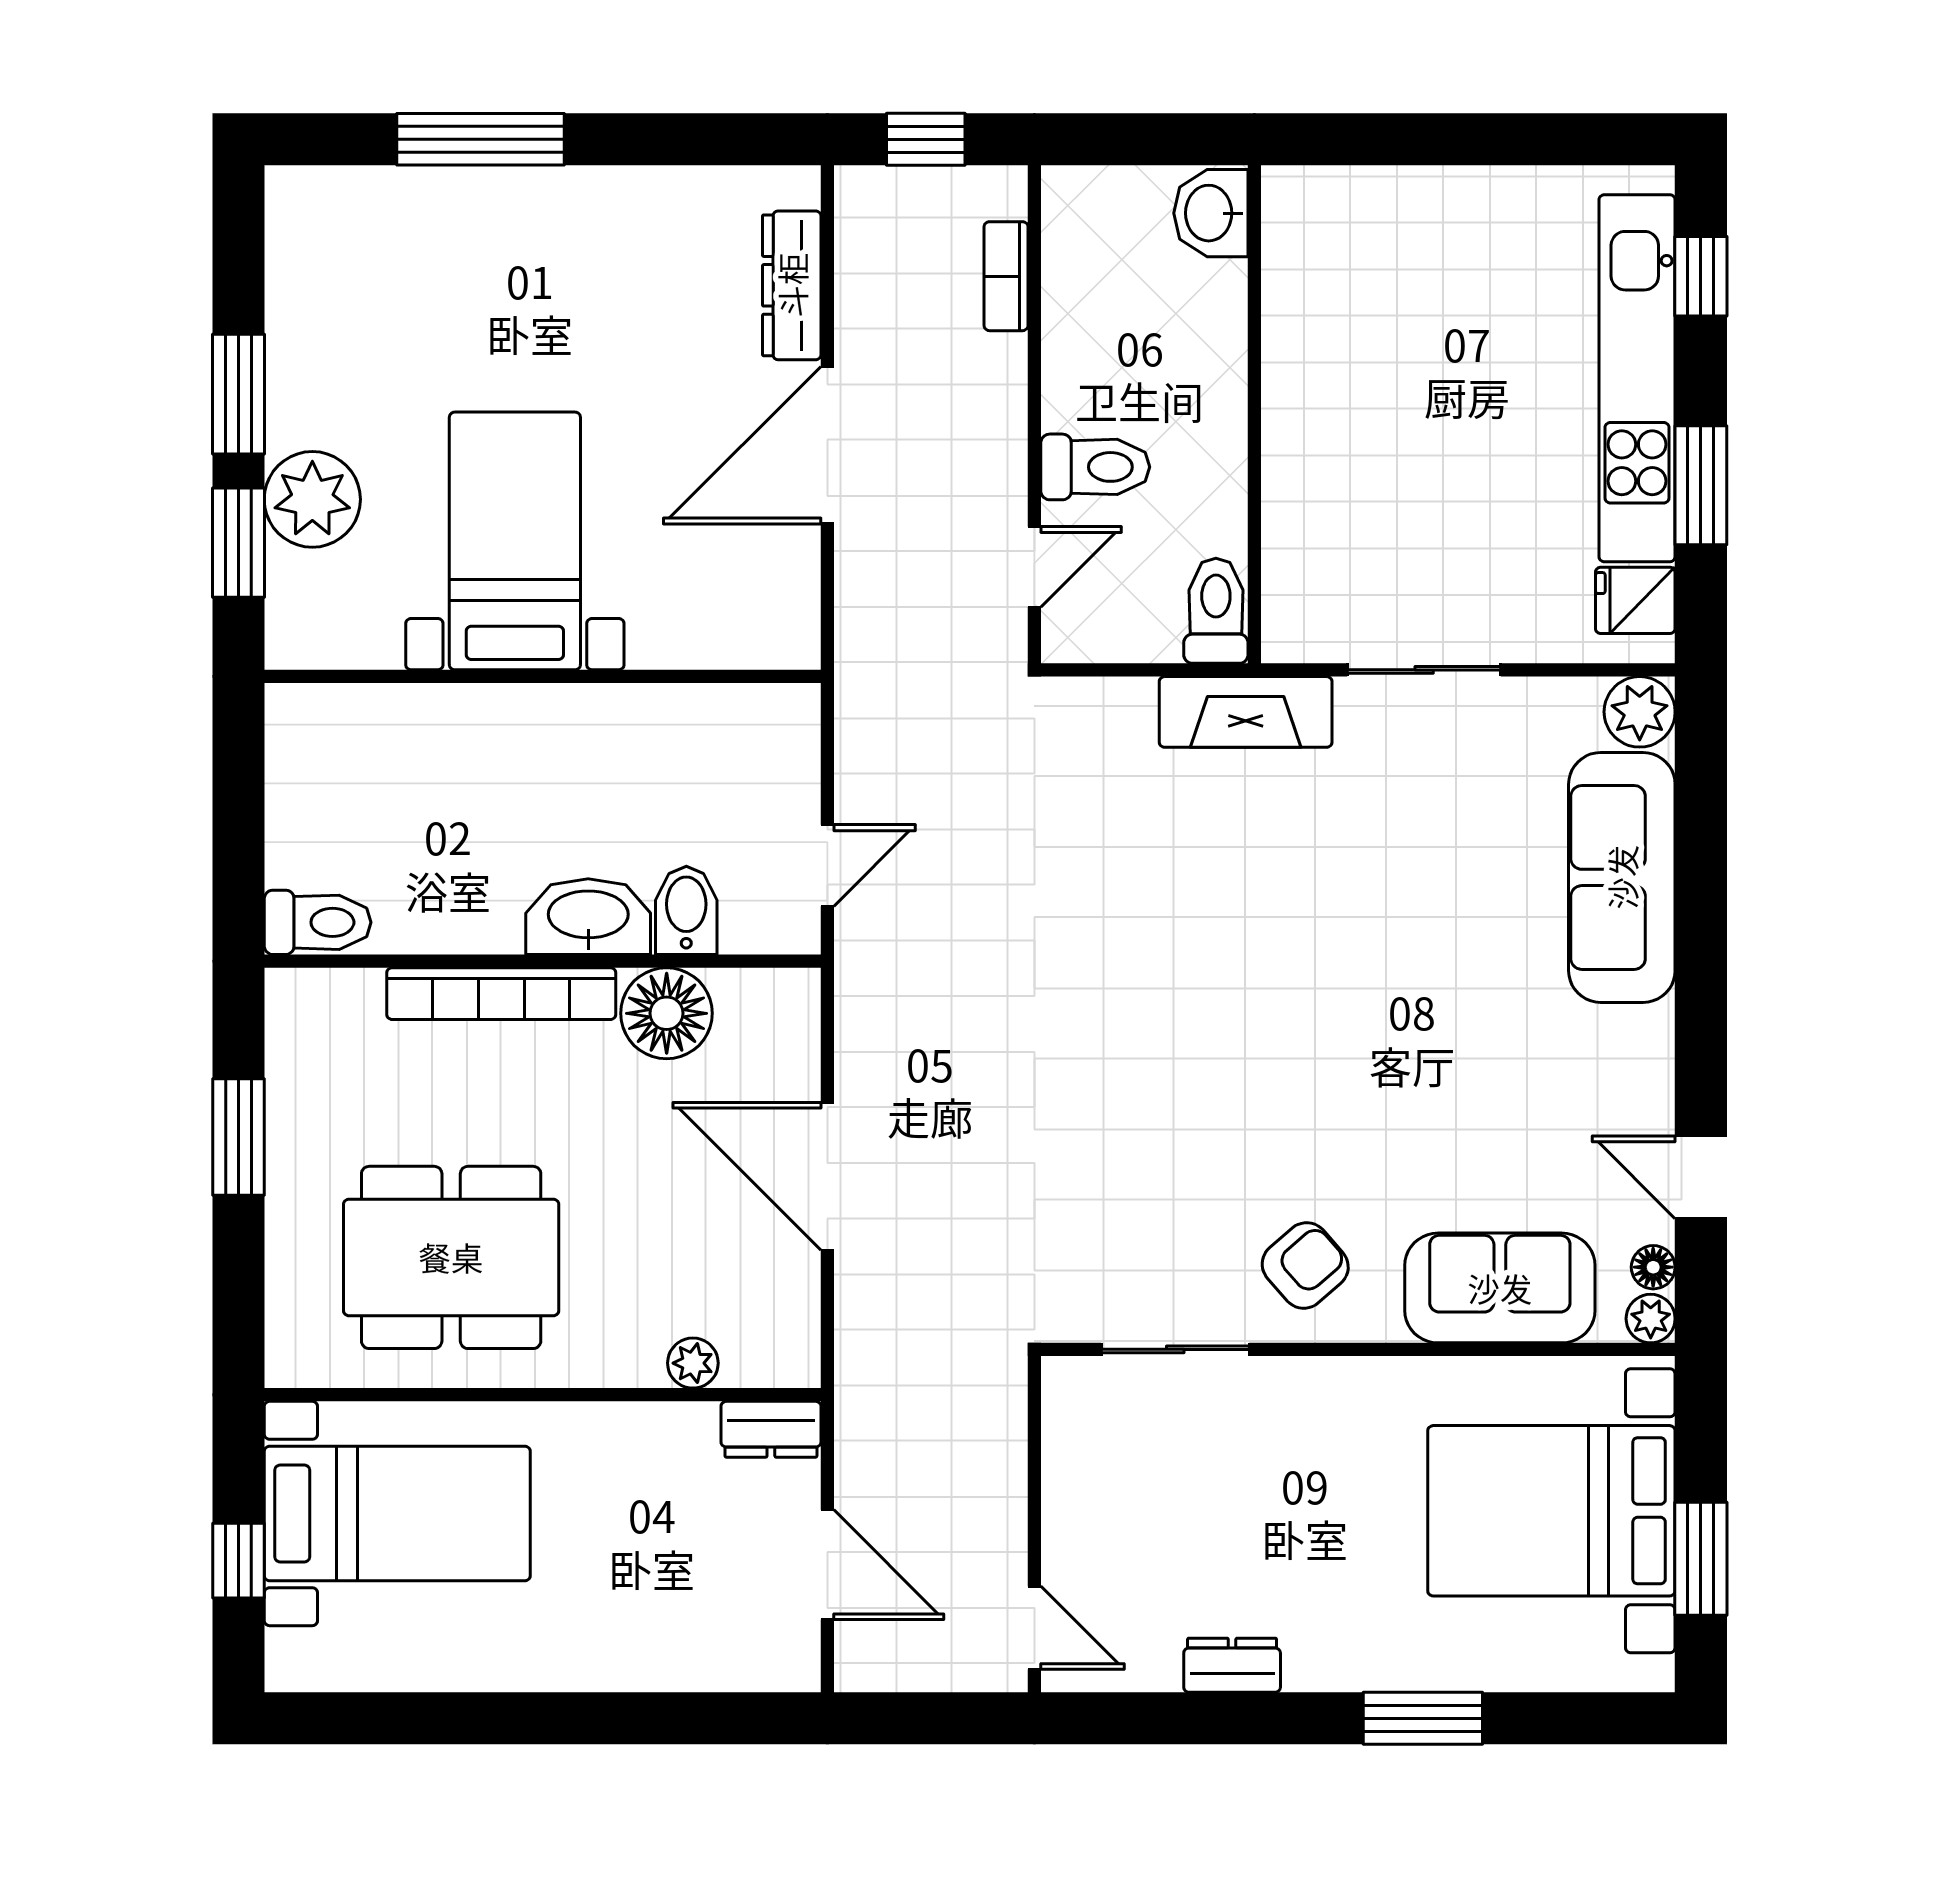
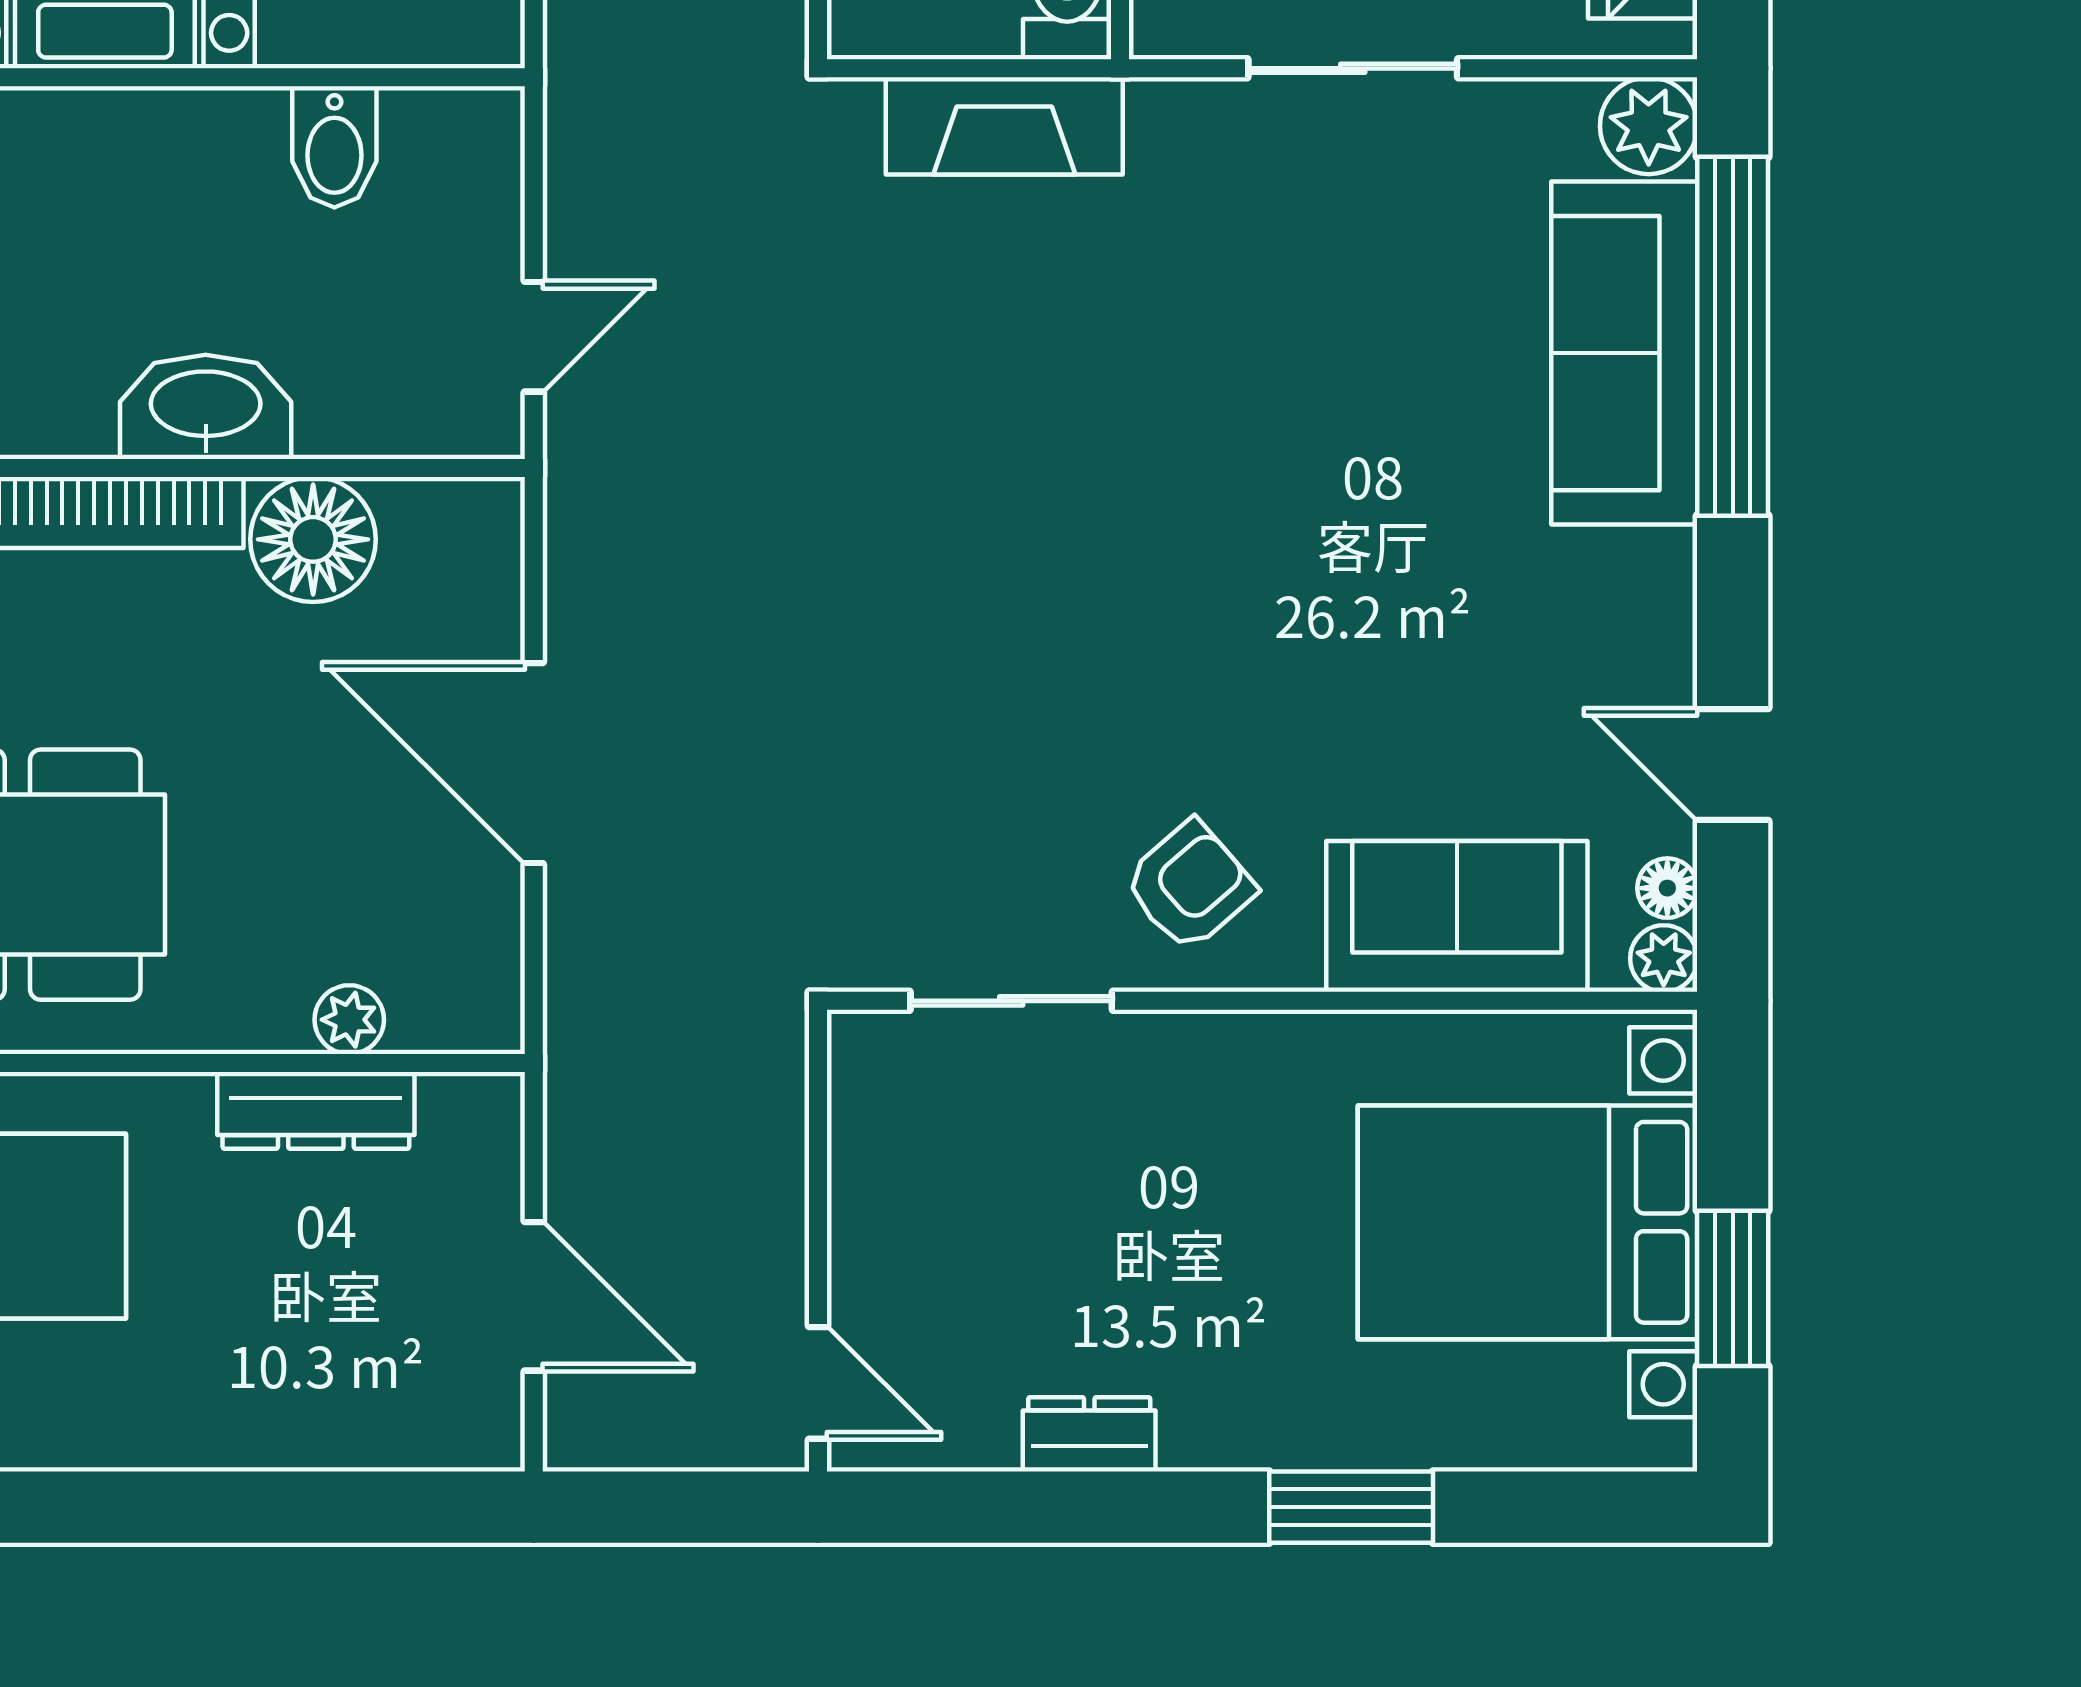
fireplace: (1246, 712) -> (1004, 126), moved
window: (1701, 865) -> (1733, 336), added
bidet: (686, 910) -> (334, 147), moved, turned 180
dresser: (771, 1429) -> (316, 1110), moved, width x1.44

